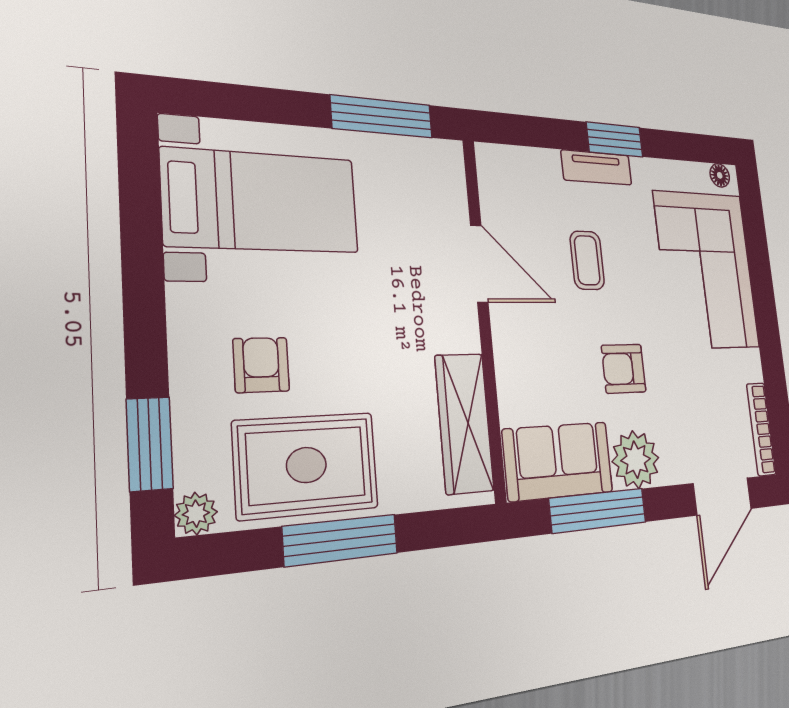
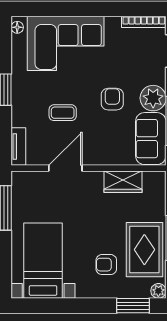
tv unit: (597, 168) -> (18, 147), moved
armchair: (624, 369) -> (112, 99), turned 180
wardrobe: (464, 423) -> (123, 182), width x0.67

